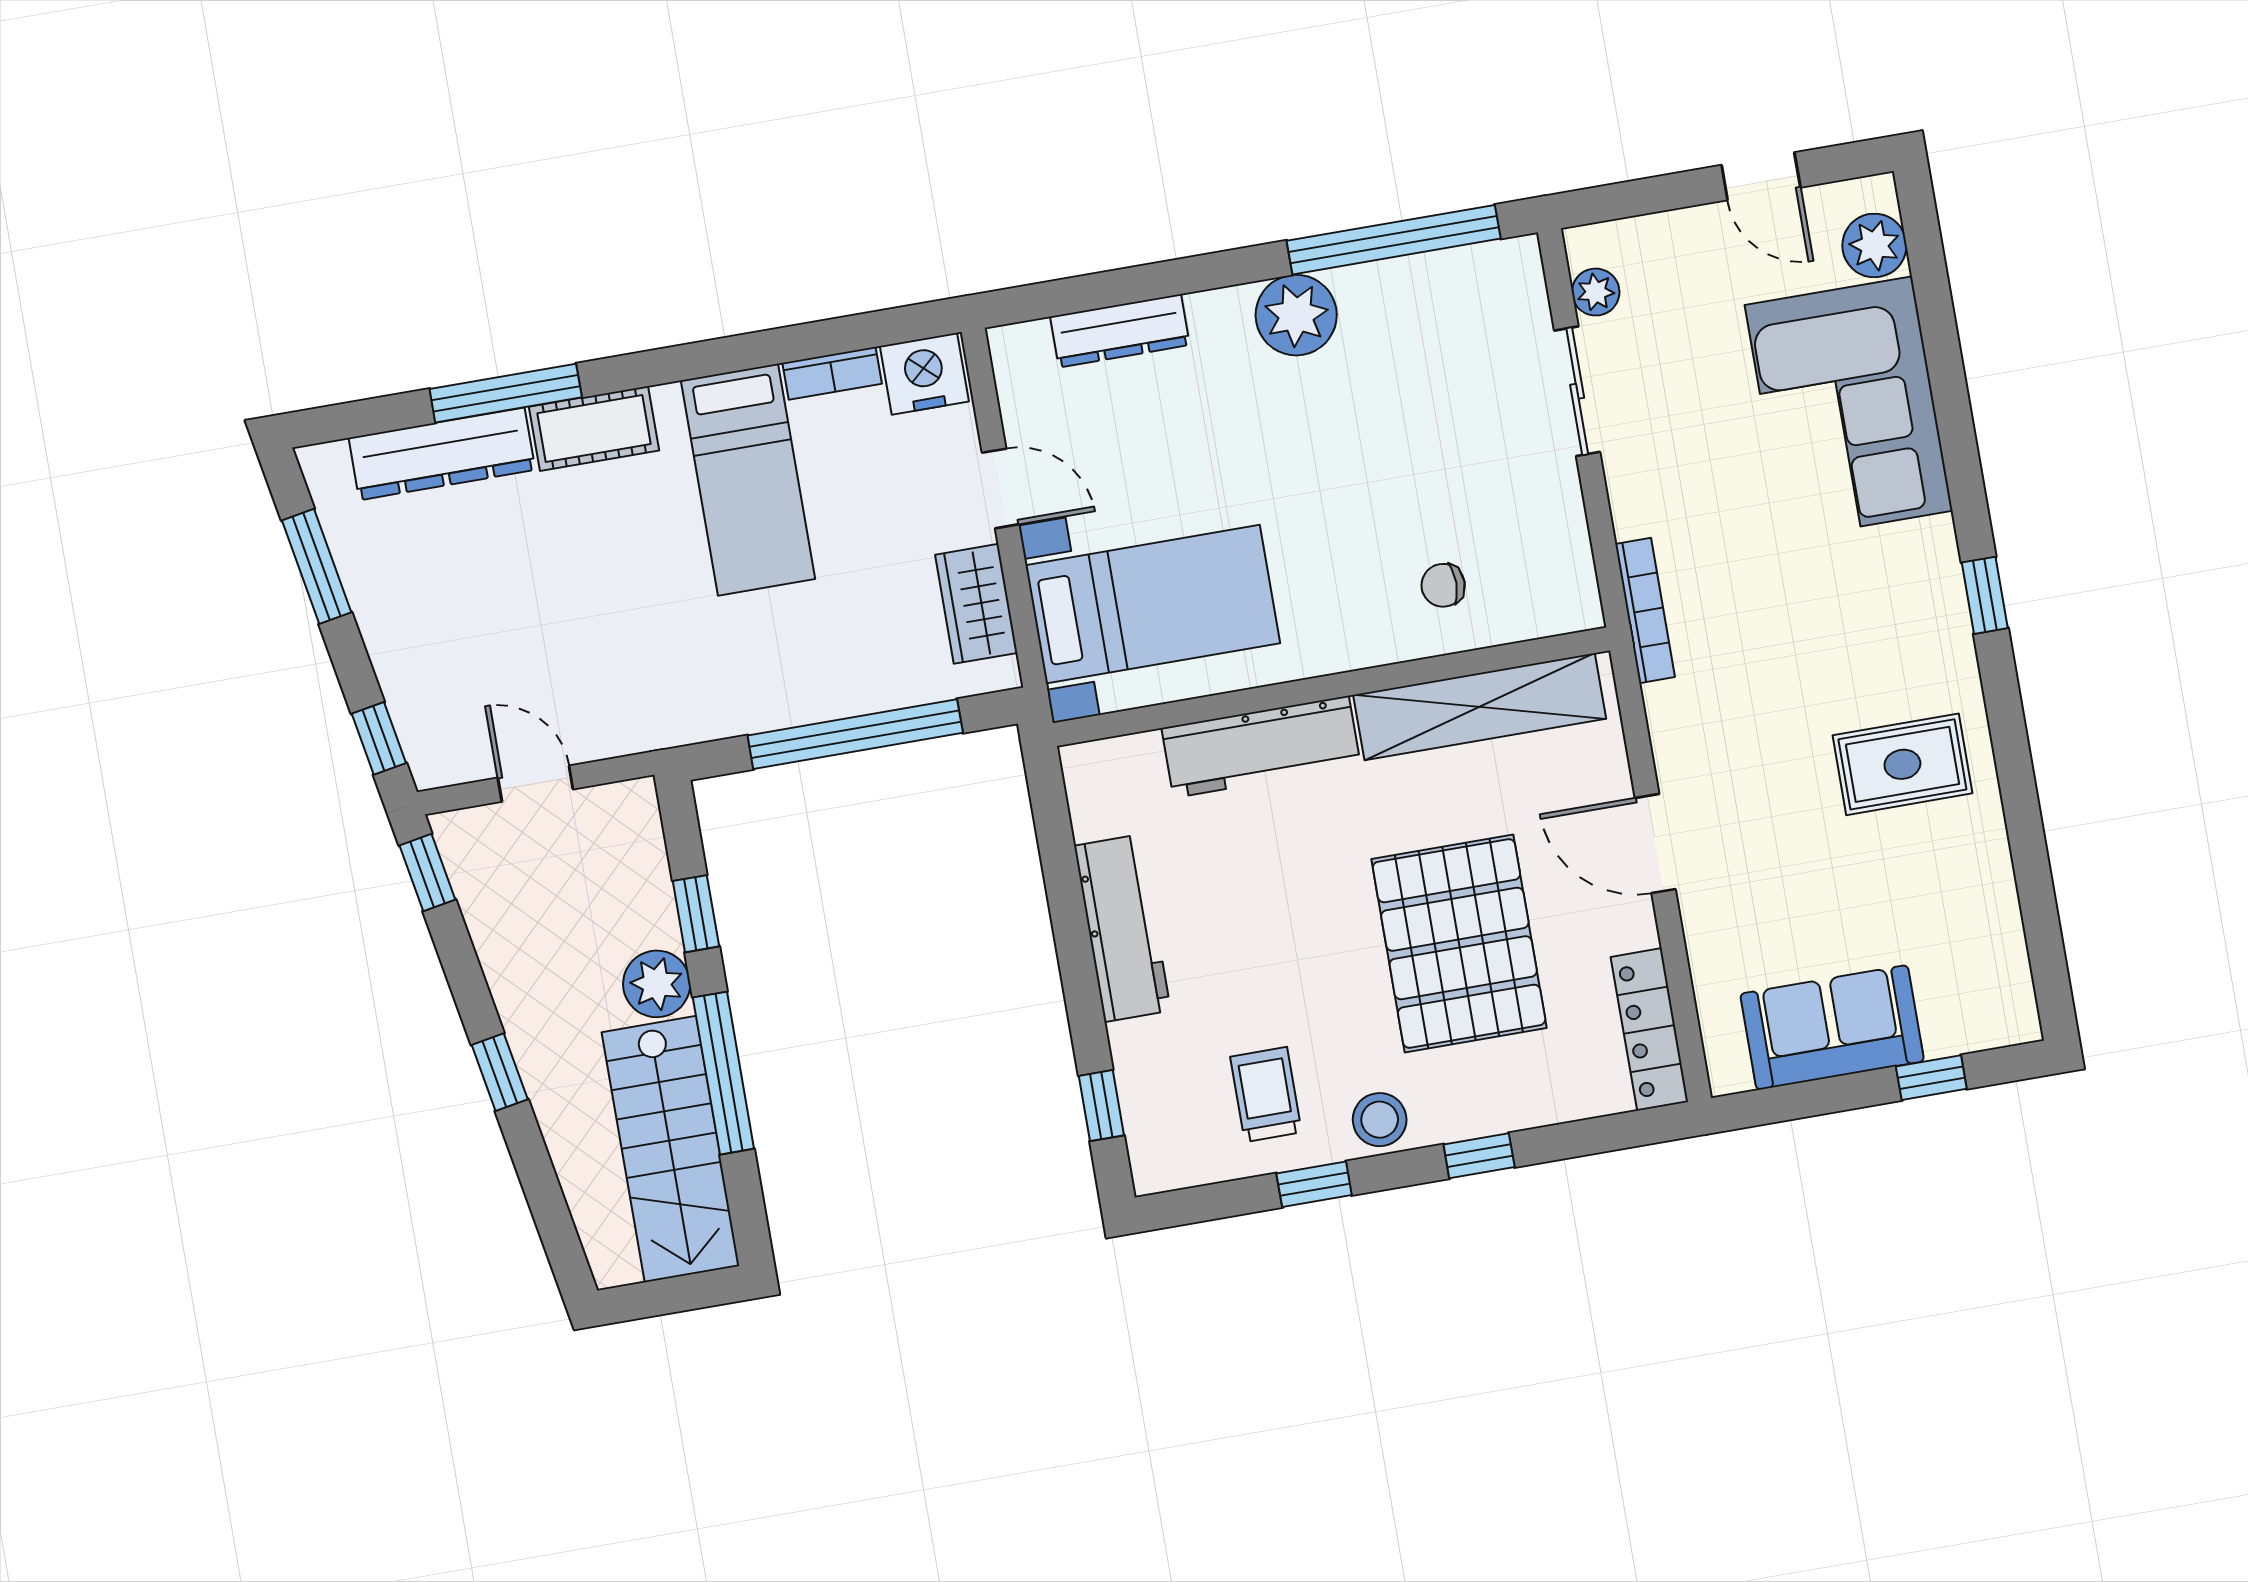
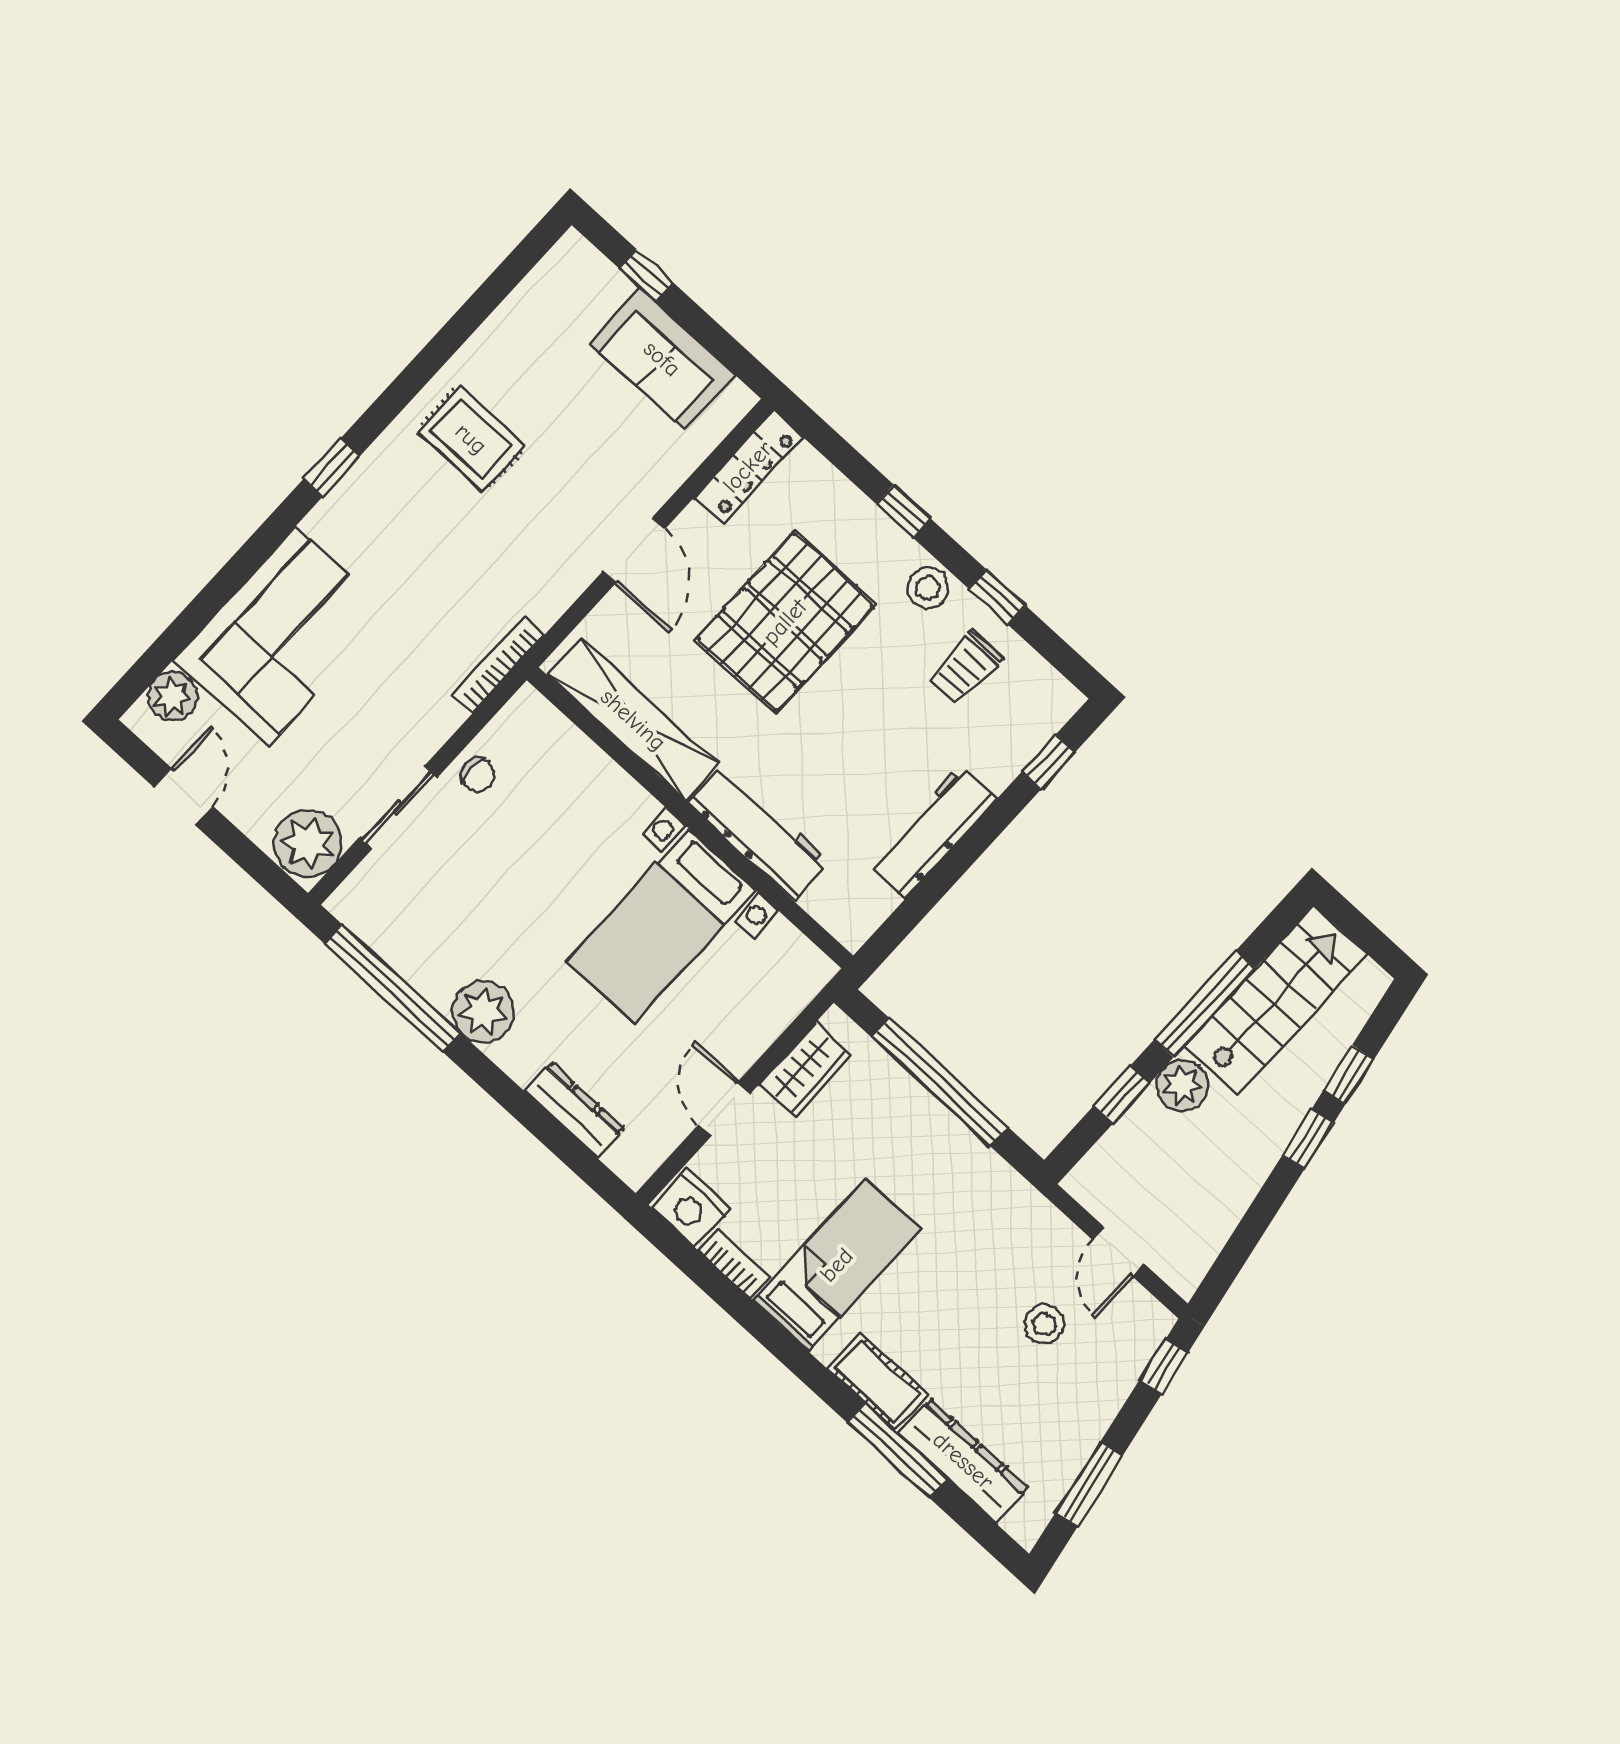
plant: (1596, 292) -> (308, 843), width x1.87, depth x1.87
chair: (1443, 585) -> (478, 775), moved
bed with nightstands: (1153, 604) -> (661, 926), moved, turned -90
stool: (519, 648) -> (1044, 1324), added
window: (427, 873) -> (1349, 1075), moved

